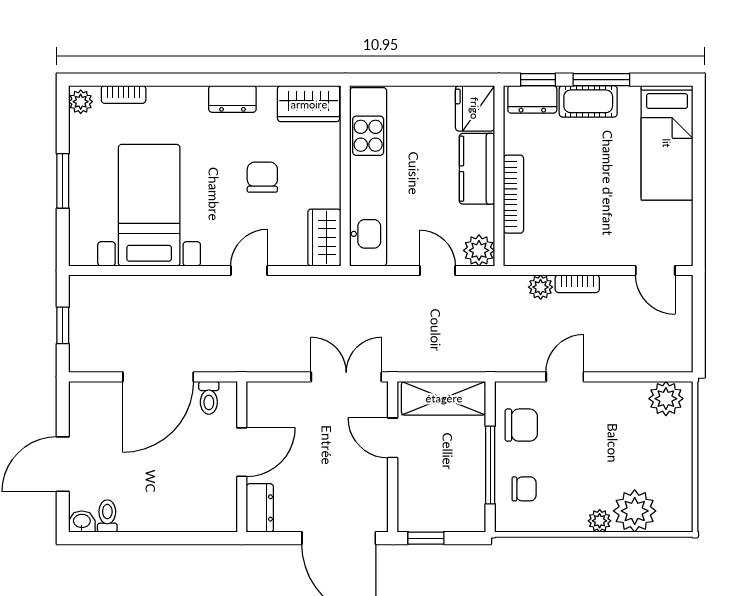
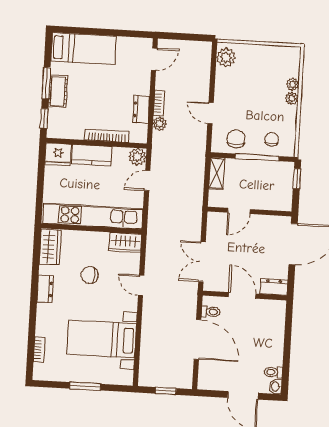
dresser: (532, 99) -> (141, 110), moved, turned 180
plant: (81, 102) -> (42, 374), removed
double door: (346, 377) -> (202, 262), moved
shelving: (444, 398) -> (217, 173), width x0.67, depth x0.75
plant: (635, 511) -> (293, 84), width x0.53, depth x0.53
window: (426, 538) -> (297, 179), moved

